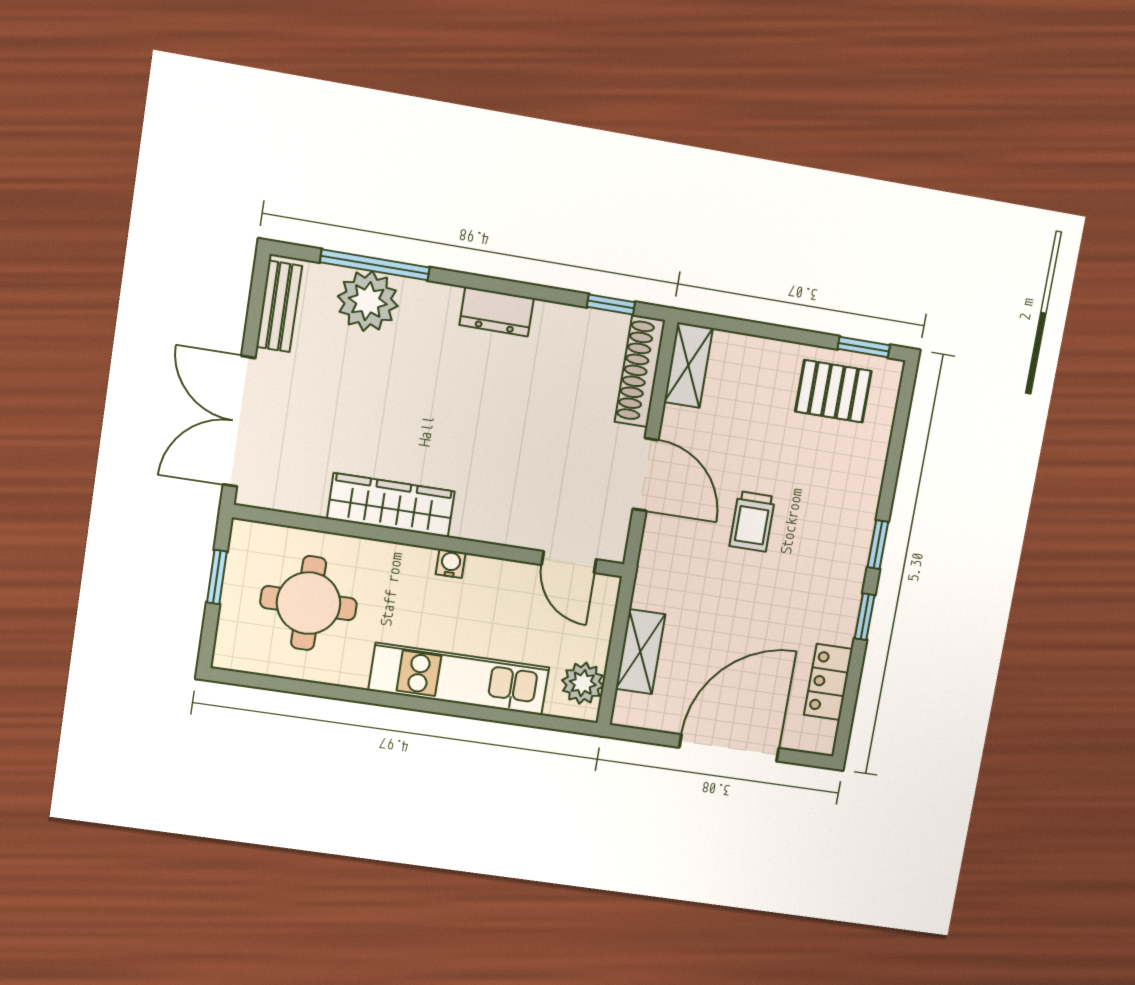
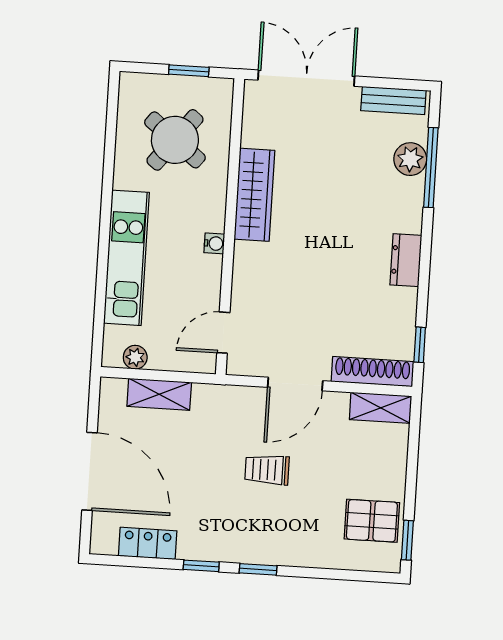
plant: (368, 301) -> (410, 159), width x0.73, depth x0.73
pallet: (833, 391) -> (372, 521), turned 90
round table: (309, 603) -> (175, 140), turned 38
plant: (583, 683) -> (135, 357), width x0.73, depth x0.73

